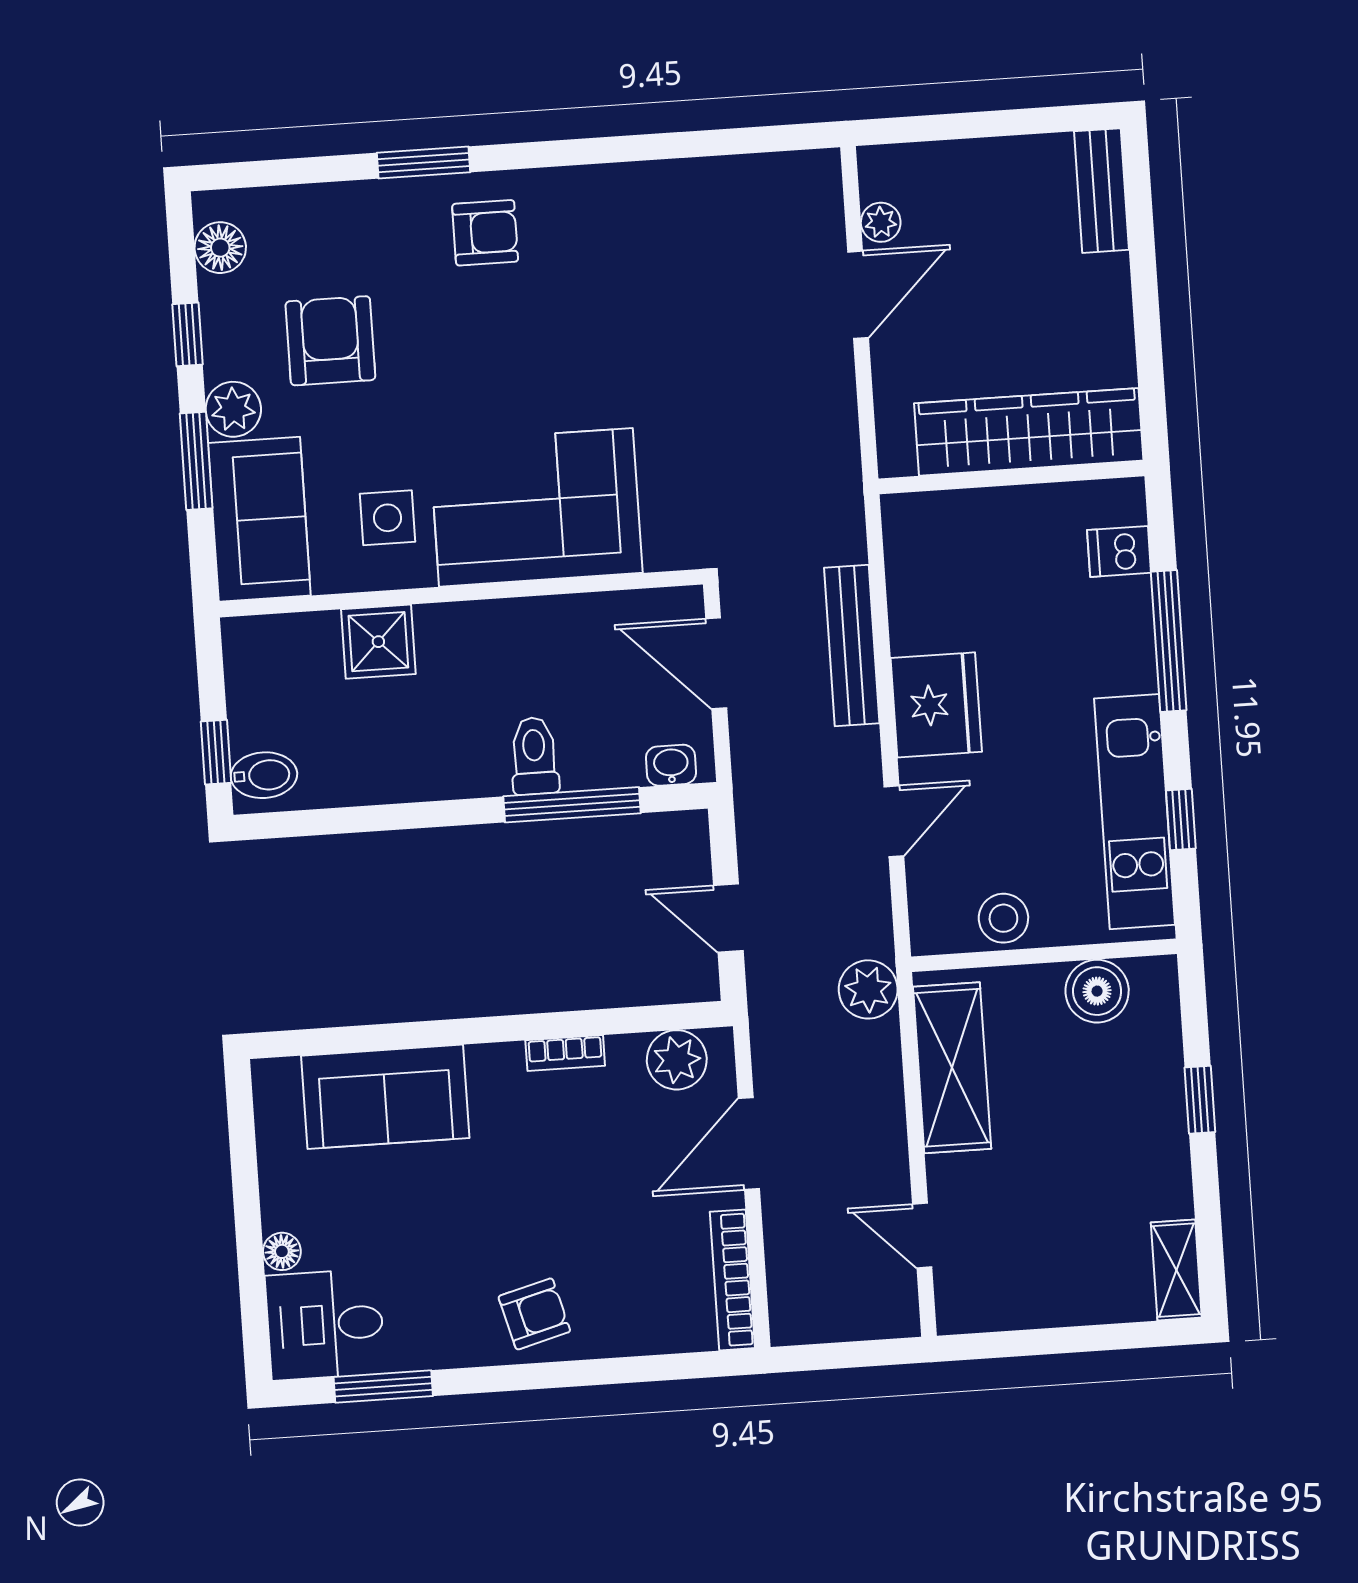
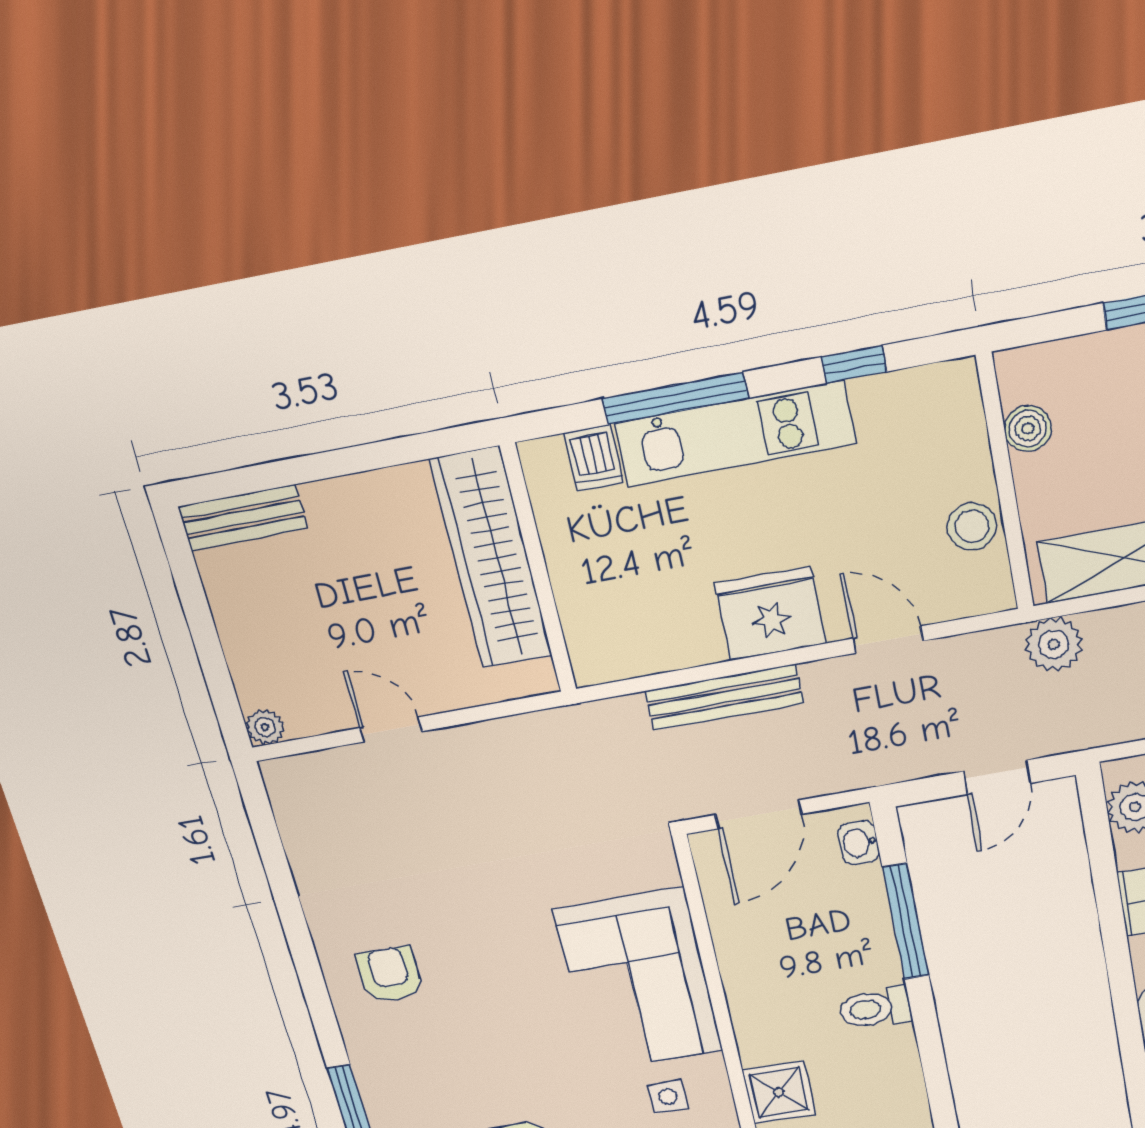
plant: (881, 222) -> (265, 727), moved
armchair: (485, 233) -> (390, 974), moved
door: (858, 295) -> (391, 730), width x0.73
side table: (387, 518) -> (668, 1097), width x0.73, depth x0.73
toilet: (534, 756) -> (875, 1008), moved
kitchen unit: (1135, 812) -> (735, 434), moved
boiler: (1097, 991) -> (1028, 428), width x0.73, depth x0.73

